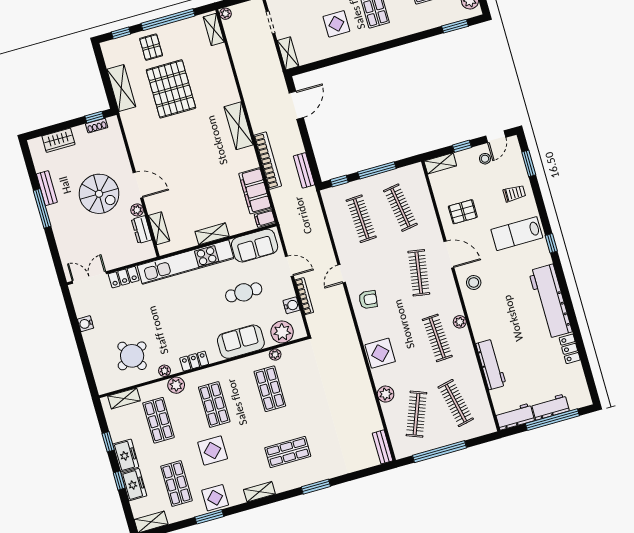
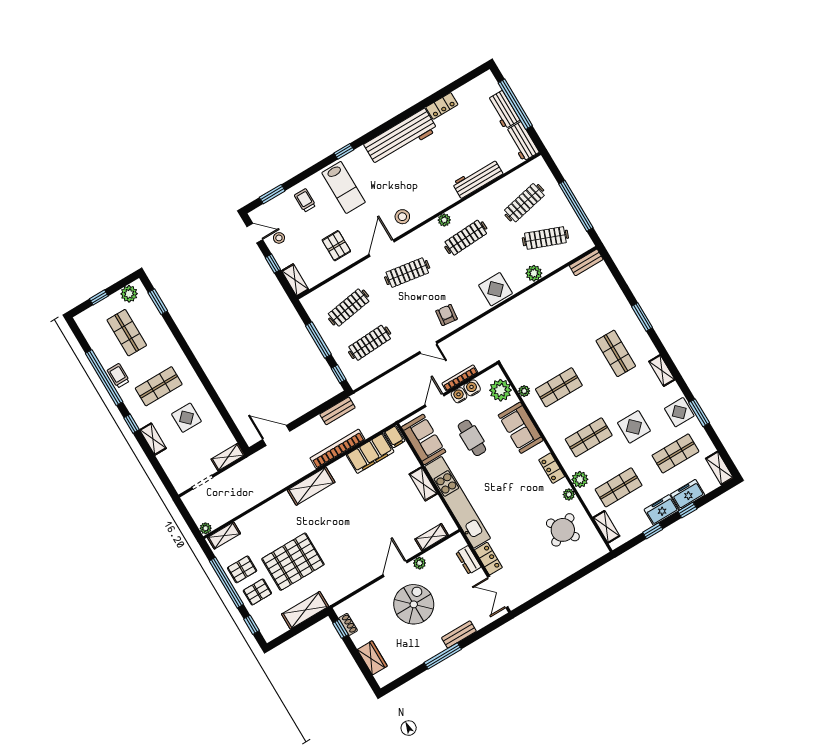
pallet: (177, 38) -> (242, 569), added
bench: (47, 188) -> (459, 634), moved
dresser: (142, 230) -> (468, 560), moved, turned 90
water cooler: (86, 324) -> (459, 395), moved, turned 180

